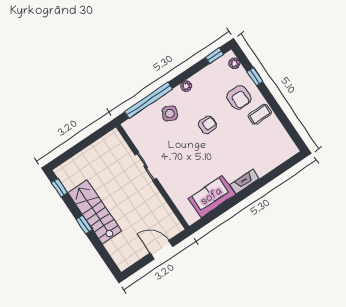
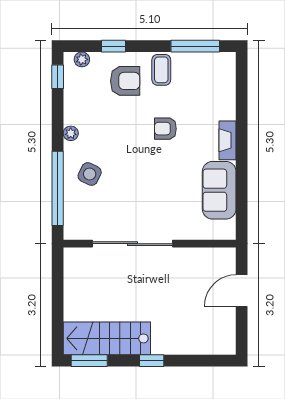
armchair: (208, 125) -> (165, 129), moved, turned -90
window: (287, 125) -> (195, 46), added
sliding door: (146, 167) -> (133, 244), width x1.86
window: (59, 188) -> (89, 361), width x1.50
stairs: (95, 212) -> (107, 338), moved

